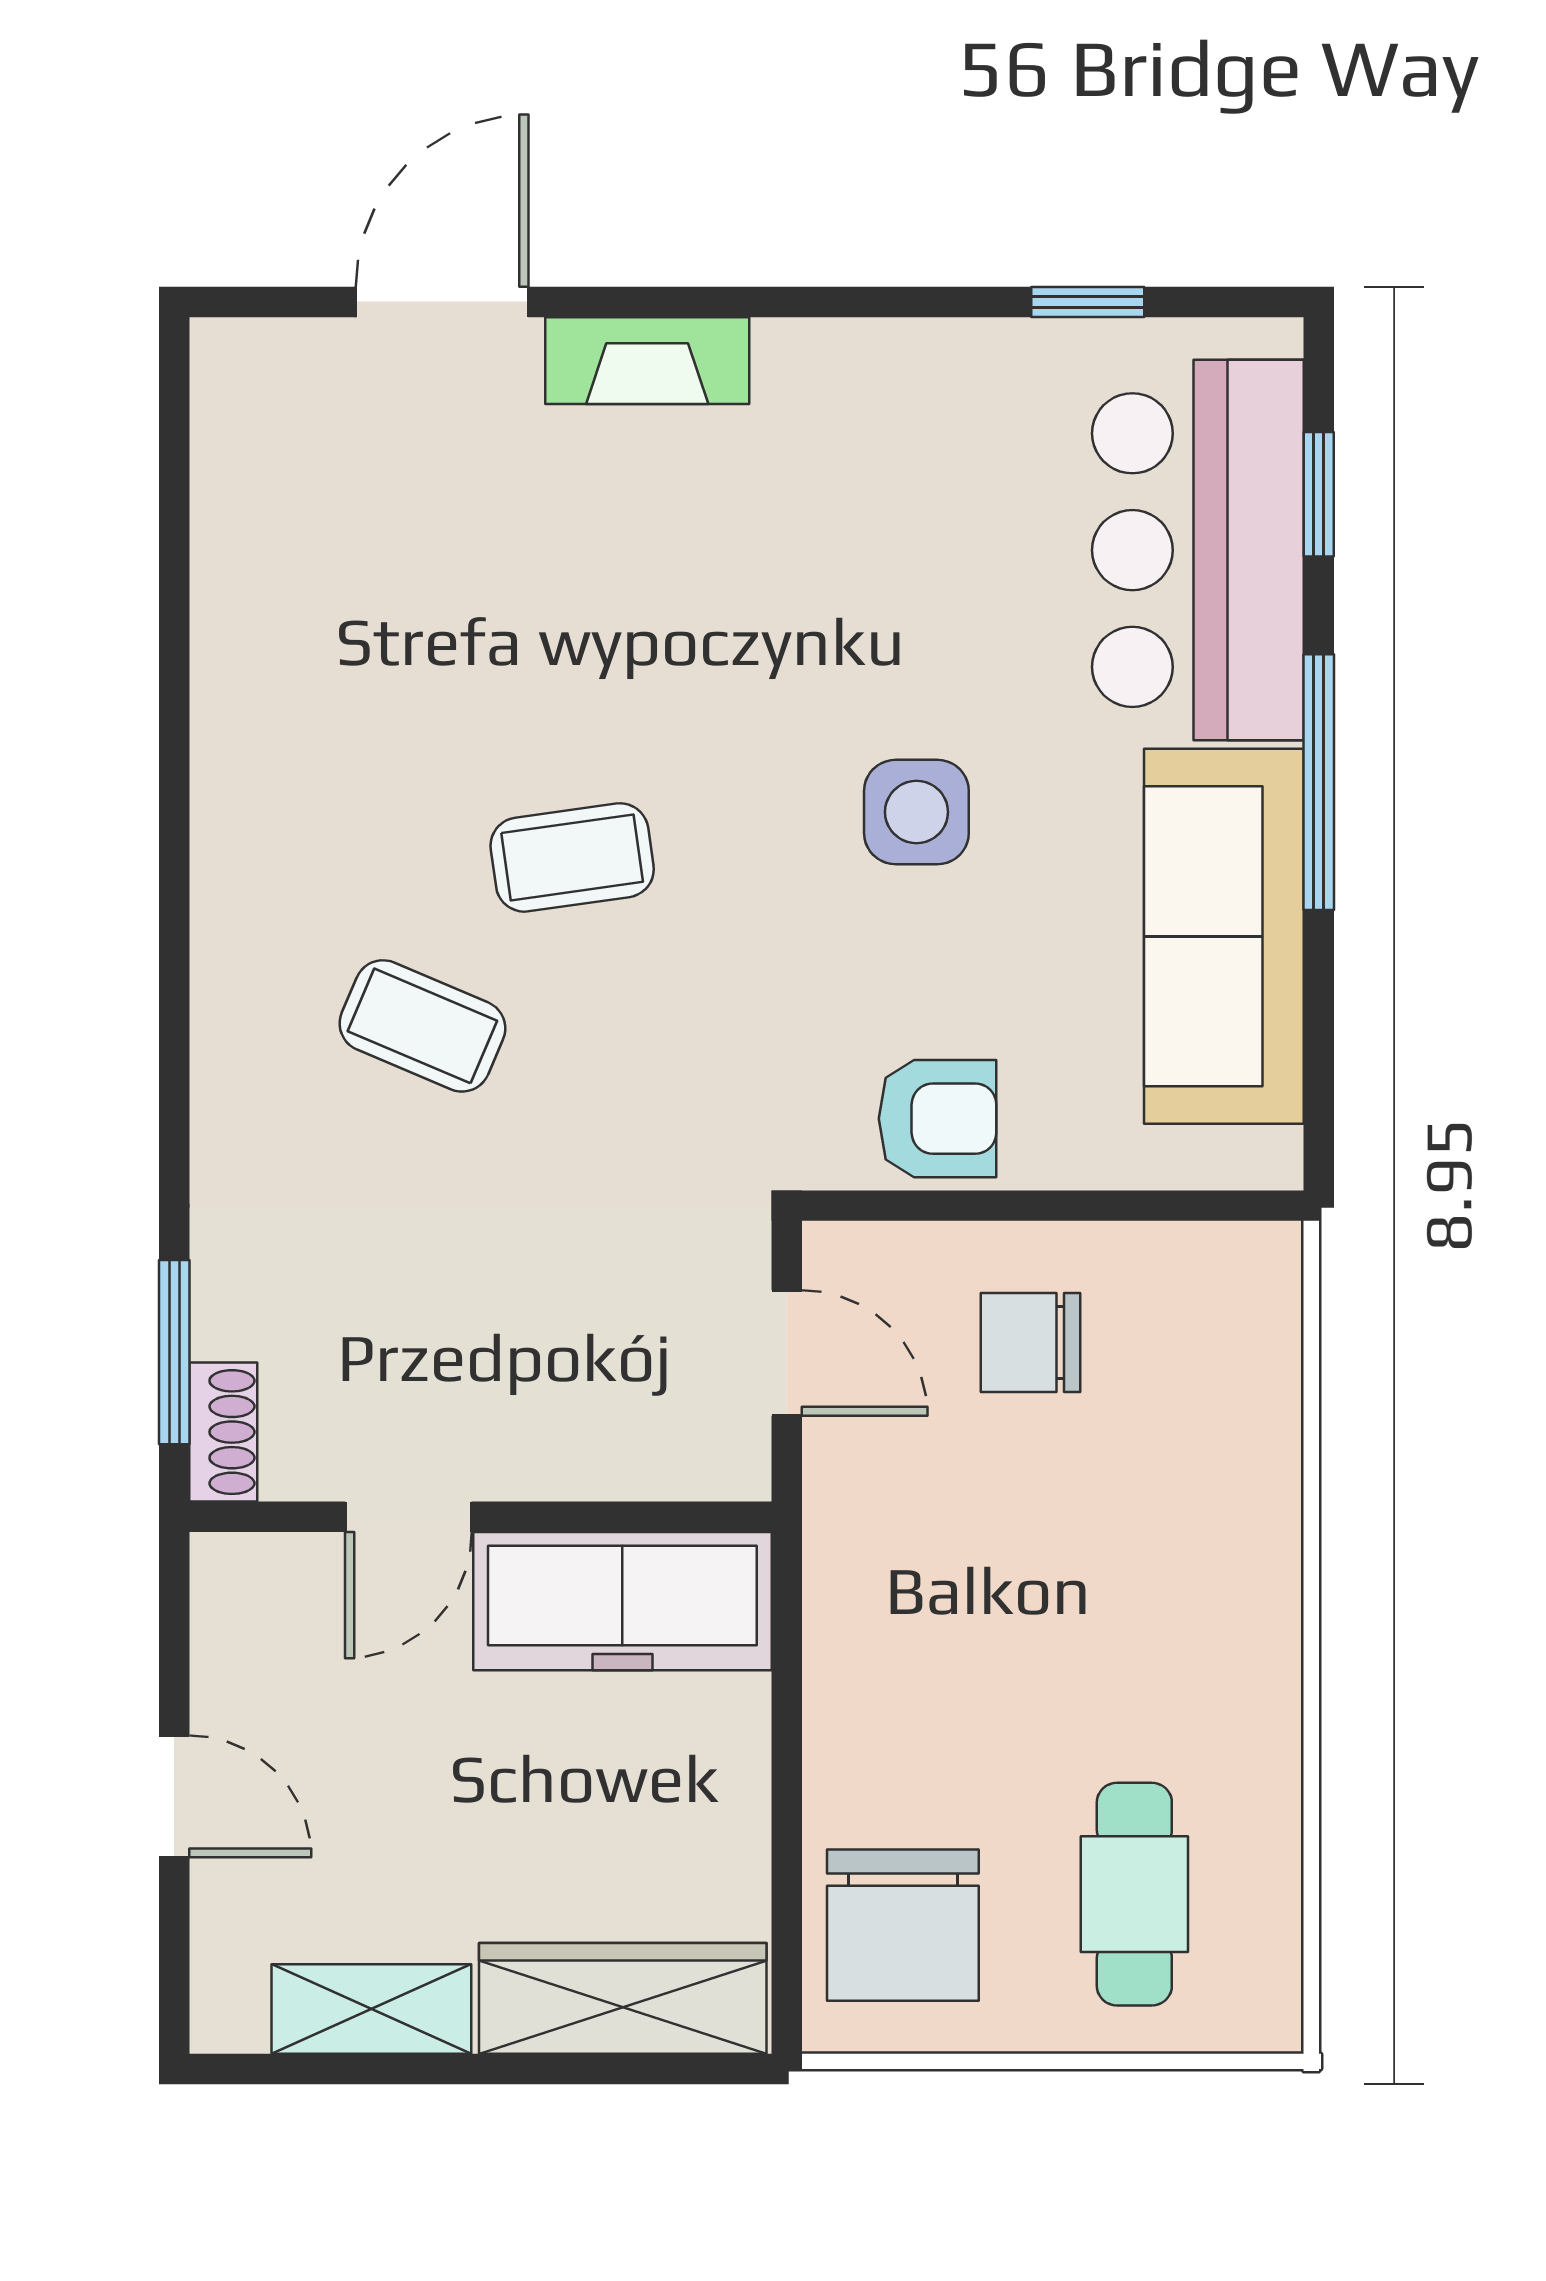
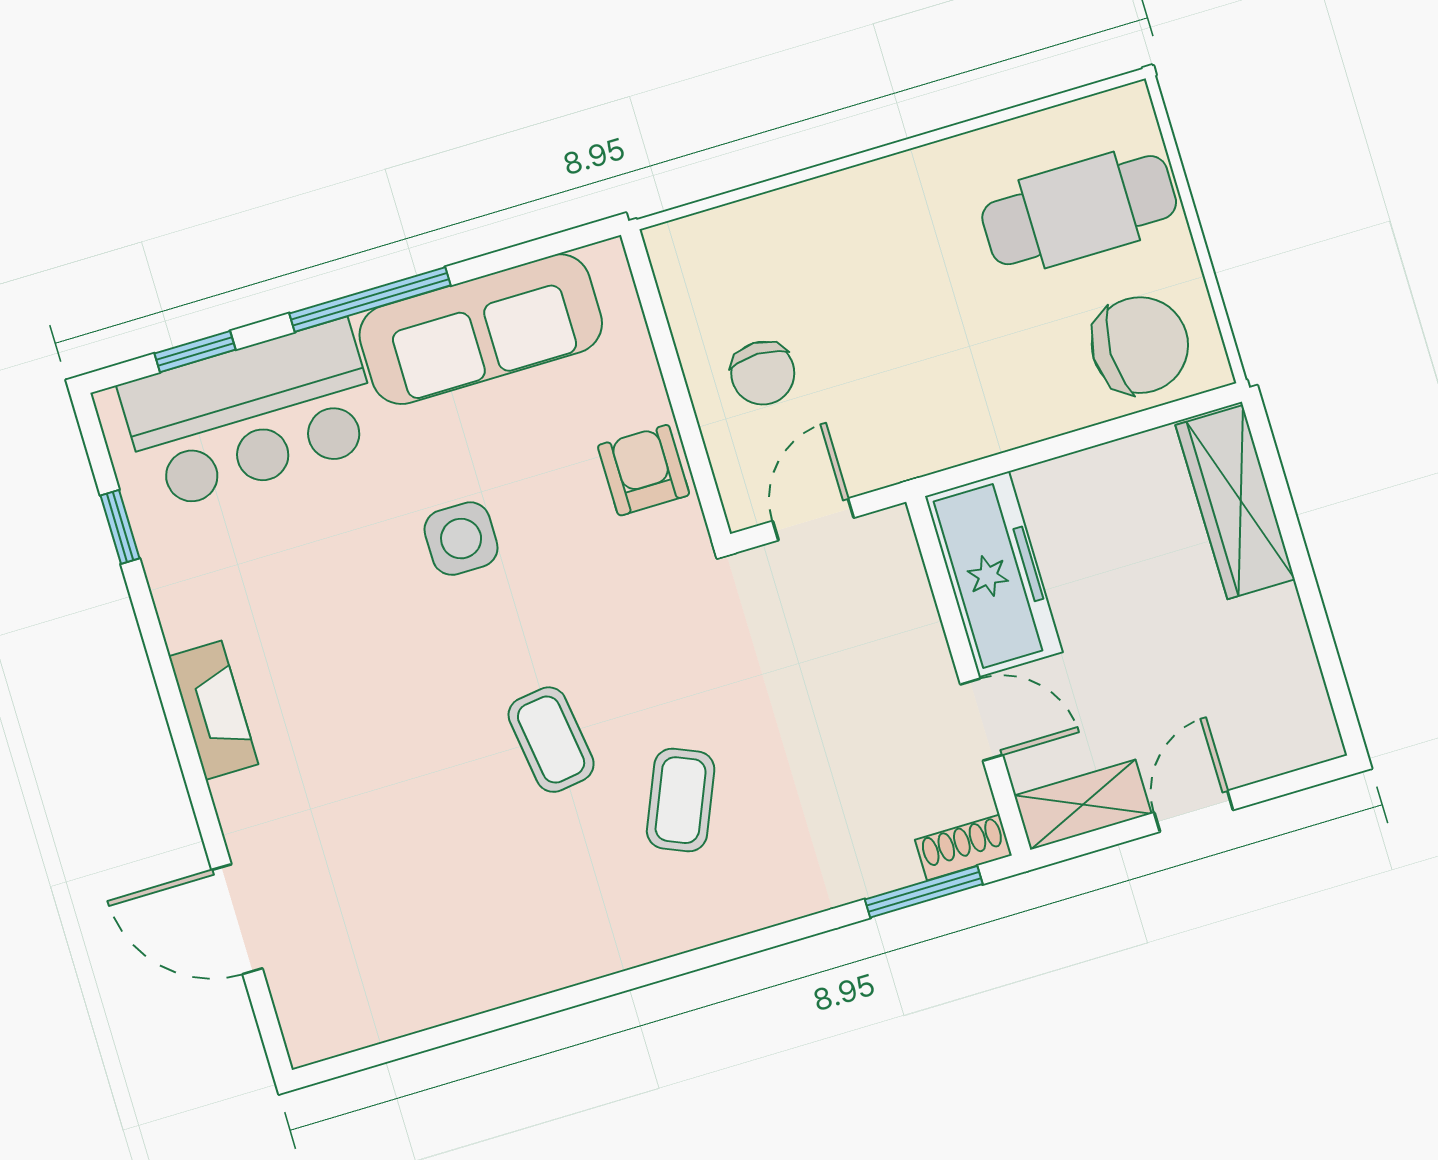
fireplace: (647, 361) -> (214, 710), moved
cafe table: (1134, 1894) -> (1079, 210), width x1.37, depth x1.35
shelving: (371, 2009) -> (1083, 805), moved, turned 90

